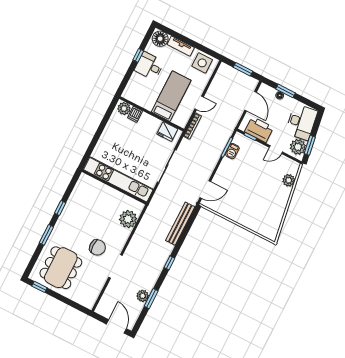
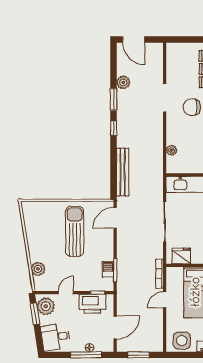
window: (285, 91) -> (86, 355), width x1.44
door: (251, 101) -> (115, 327), swing flipped
desk: (301, 122) -> (56, 337), width x0.73
sun lounger: (244, 196) -> (75, 231), added
plant: (128, 219) -> (171, 150), width x0.53, depth x0.53
window: (151, 299) -> (114, 99), moved

